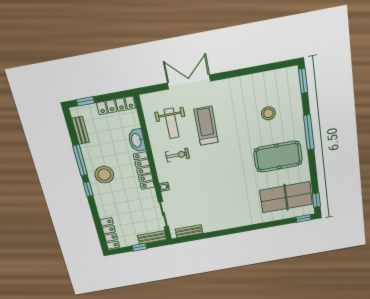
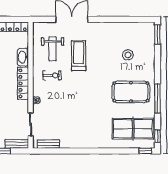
window: (309, 132) -> (157, 99), moved

